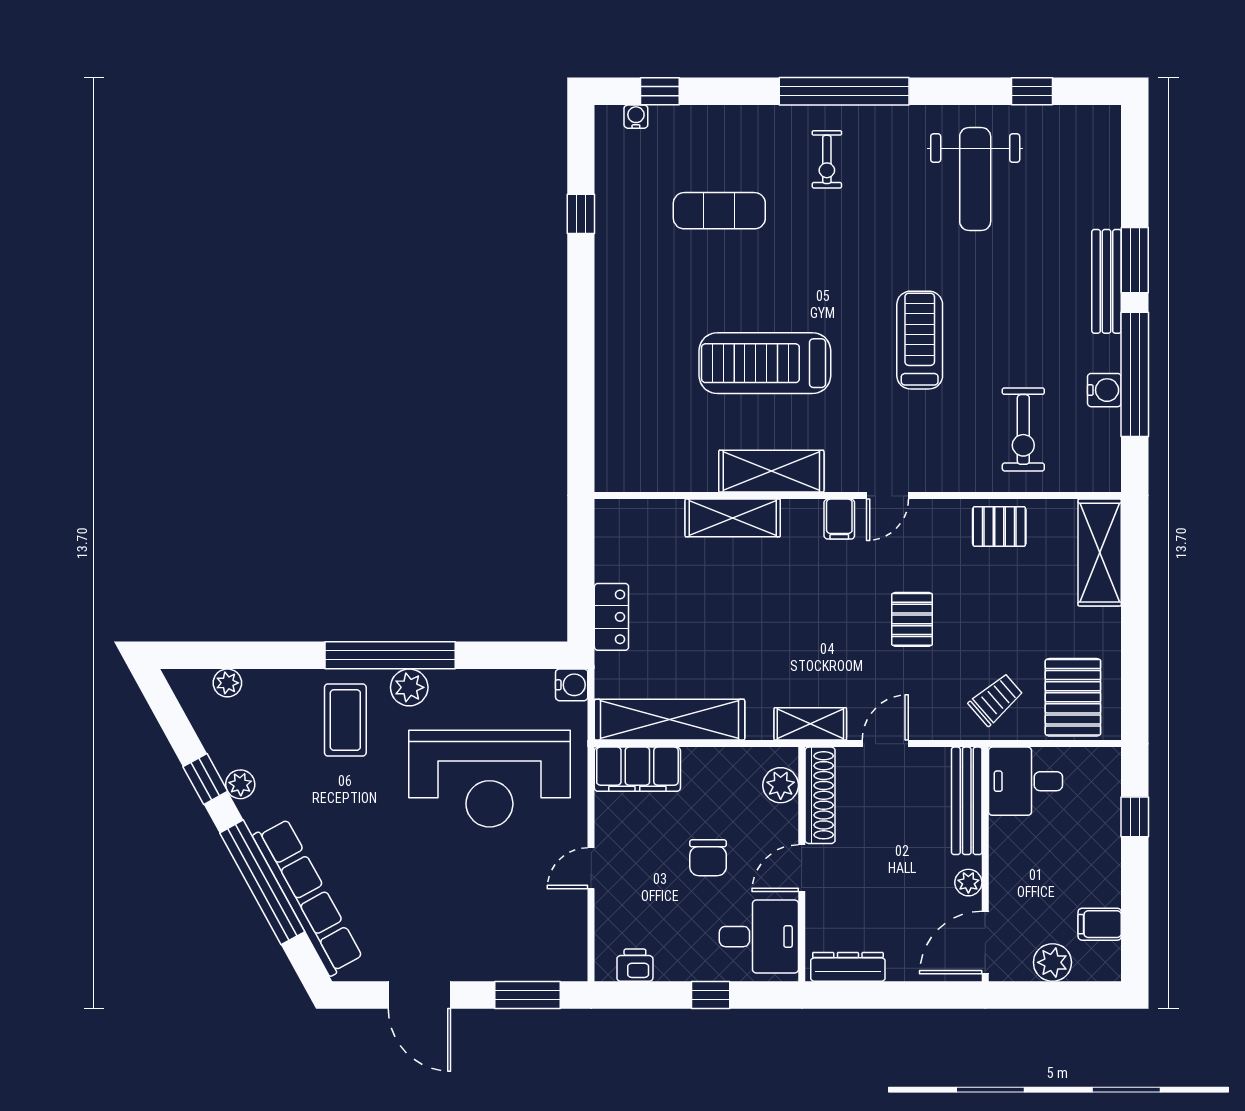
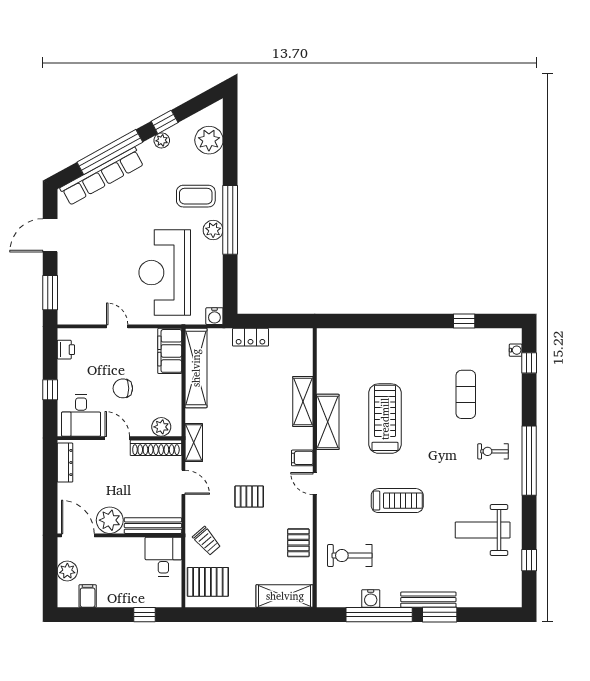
plant: (227, 683) -> (209, 140), width x1.87, depth x1.87
plant: (968, 883) -> (110, 520), width x1.88, depth x1.88

